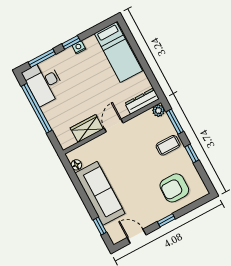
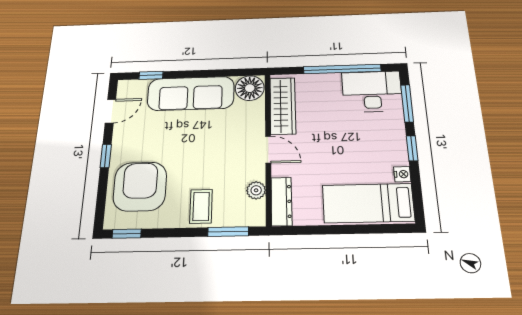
nightstand: (79, 47) -> (402, 174), moved
plant: (158, 111) -> (256, 190), moved
wardrobe: (87, 128) -> (283, 106), width x1.50
window: (192, 153) -> (127, 234), moved
floor lamp: (76, 165) -> (250, 88), width x1.89, depth x1.89
armchair: (174, 188) -> (140, 186), width x1.36, depth x1.36

